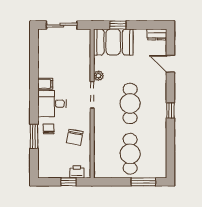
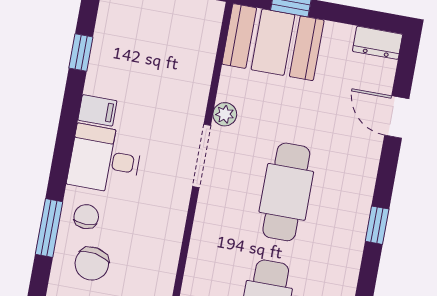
window: (34, 61) -> (81, 53), added
chair: (75, 137) -> (92, 264), moved

